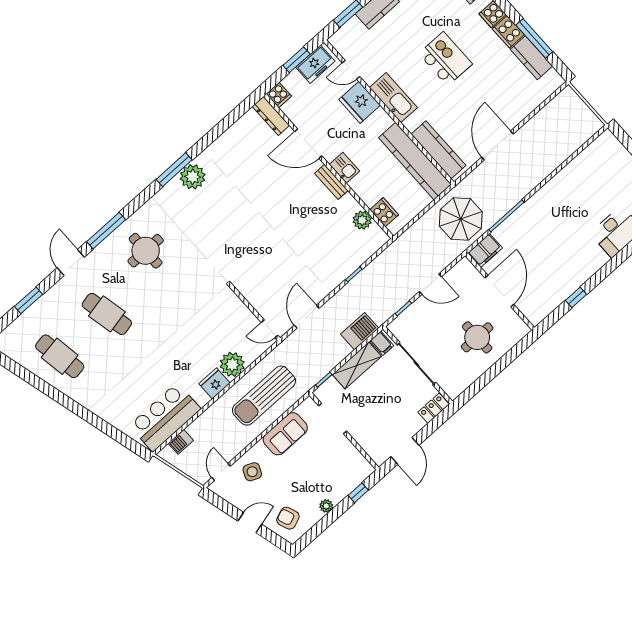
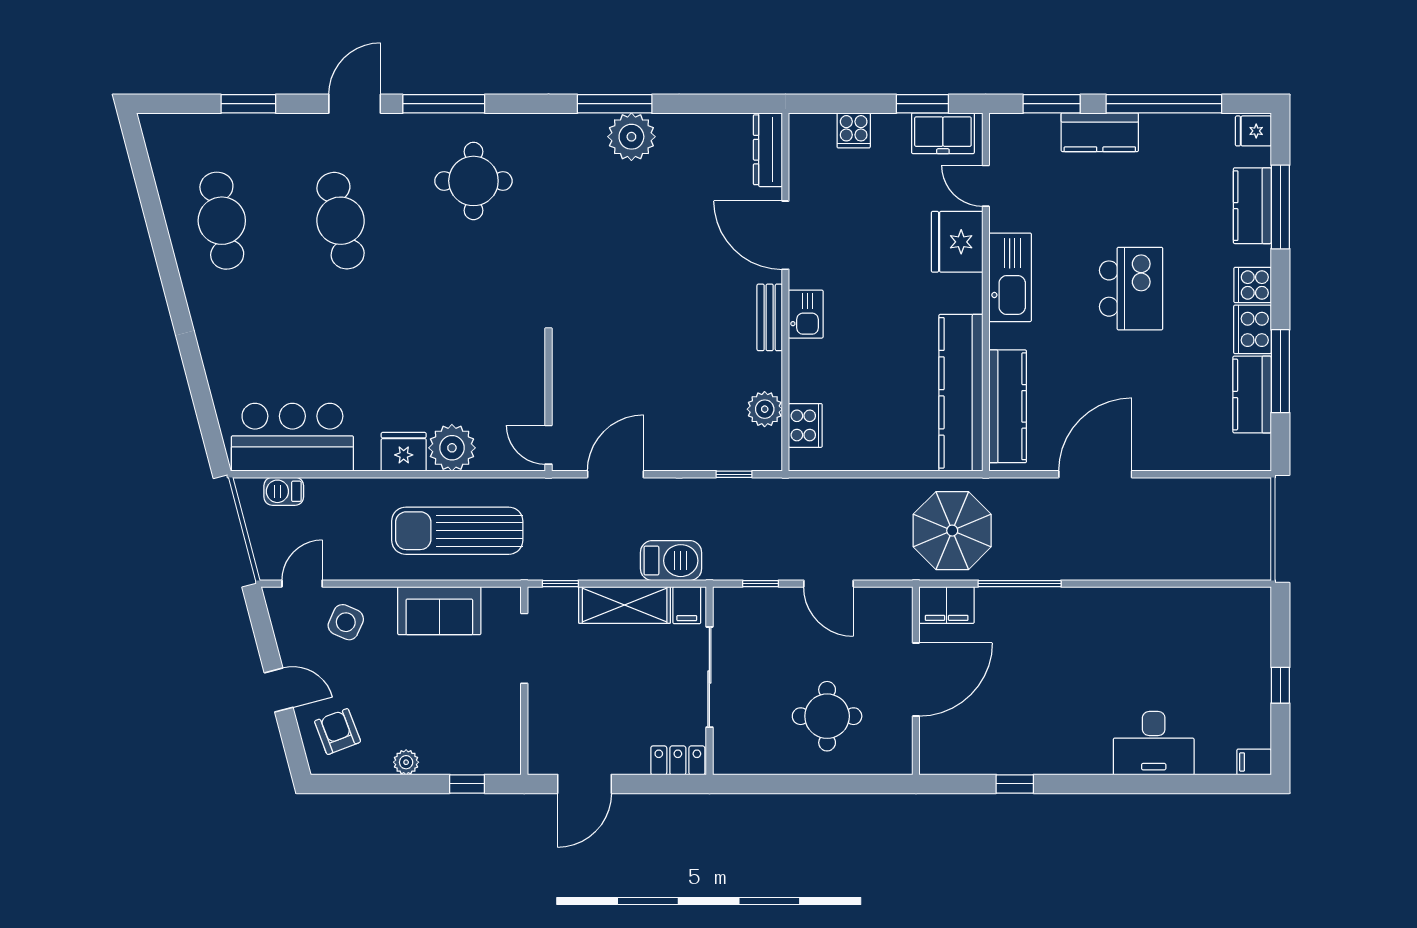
dresser: (271, 116) -> (768, 150), moved
door: (308, 144) -> (785, 235), moved
wall: (329, 166) -> (785, 292), moved
kitchen sink: (345, 168) -> (806, 314), moved
bench: (331, 182) -> (770, 317), moved
cooker: (384, 212) -> (805, 425), moved
plant: (362, 220) -> (765, 409), moved

